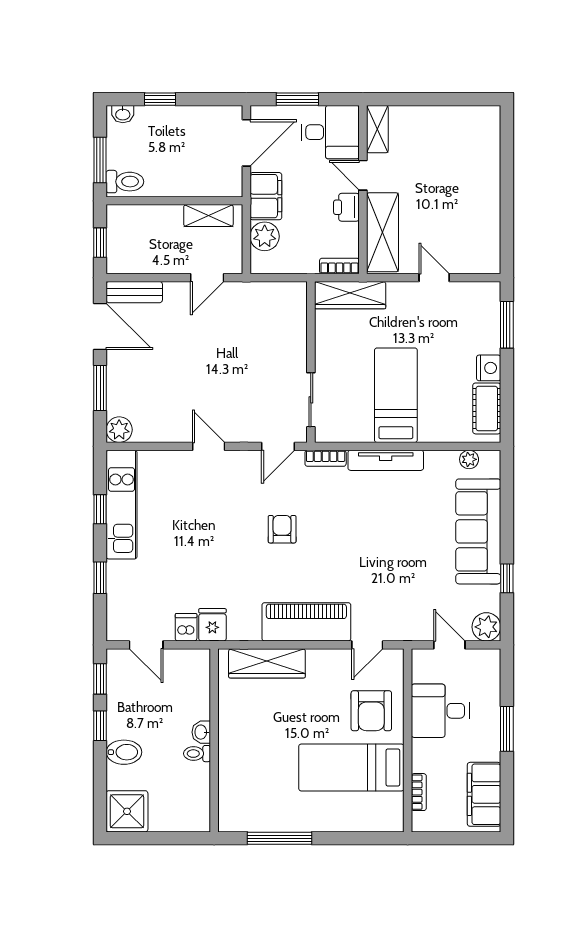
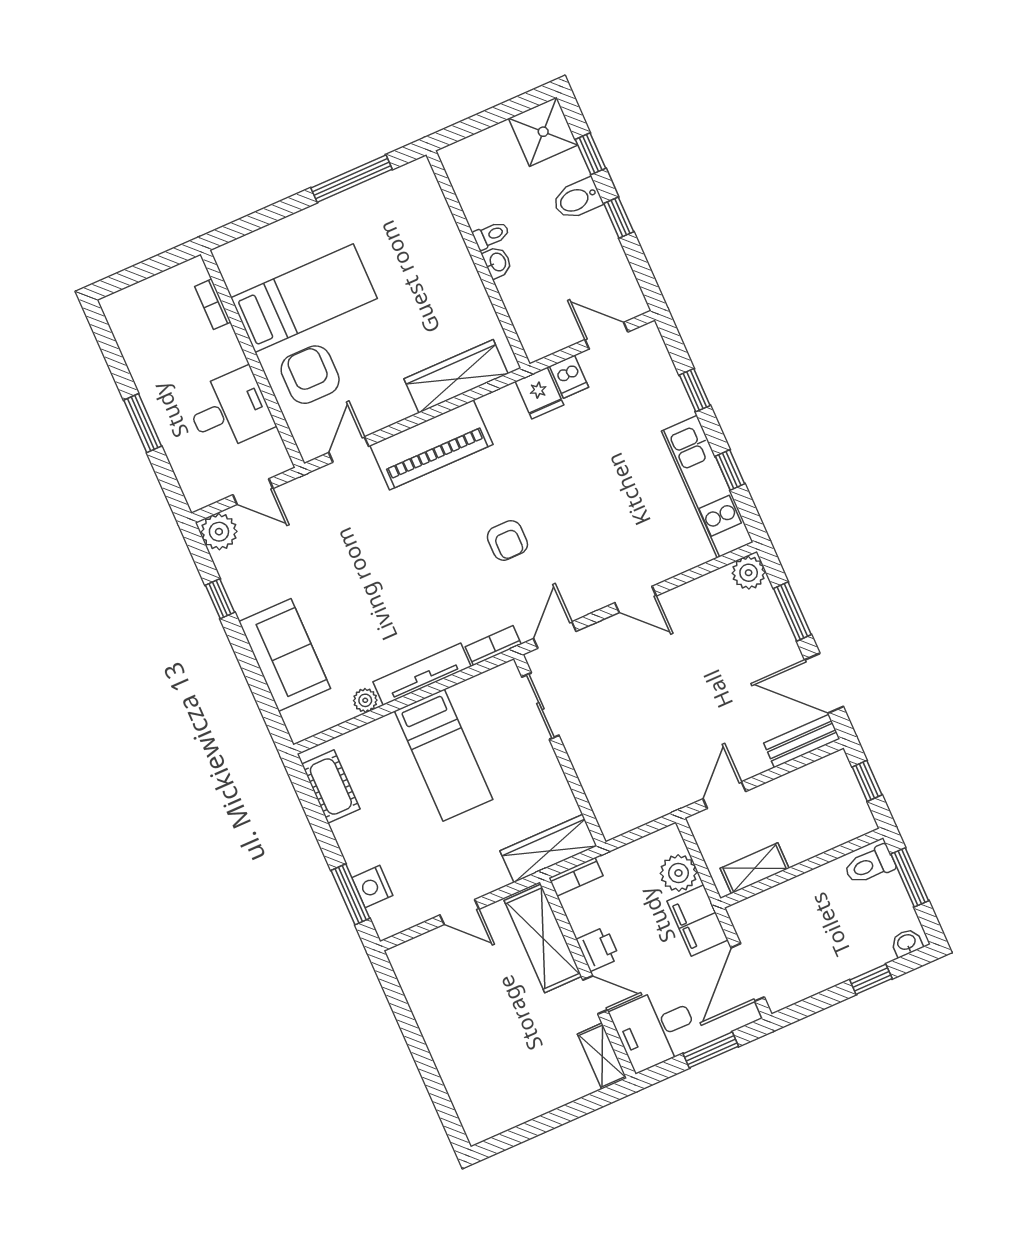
nightstand: (489, 368) -> (372, 887), moved
plant: (469, 459) -> (365, 700), moved
sofa: (478, 531) -> (285, 655), width x0.73
window: (100, 679) -> (591, 154), moved
filing cabinet: (484, 794) -> (136, 335), removed

